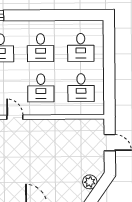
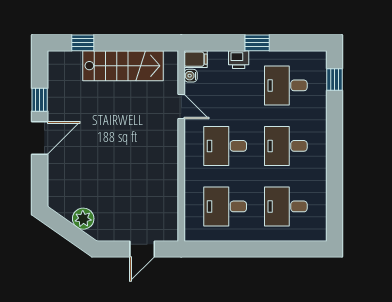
door: (15, 117) -> (181, 107), hinge flipped

